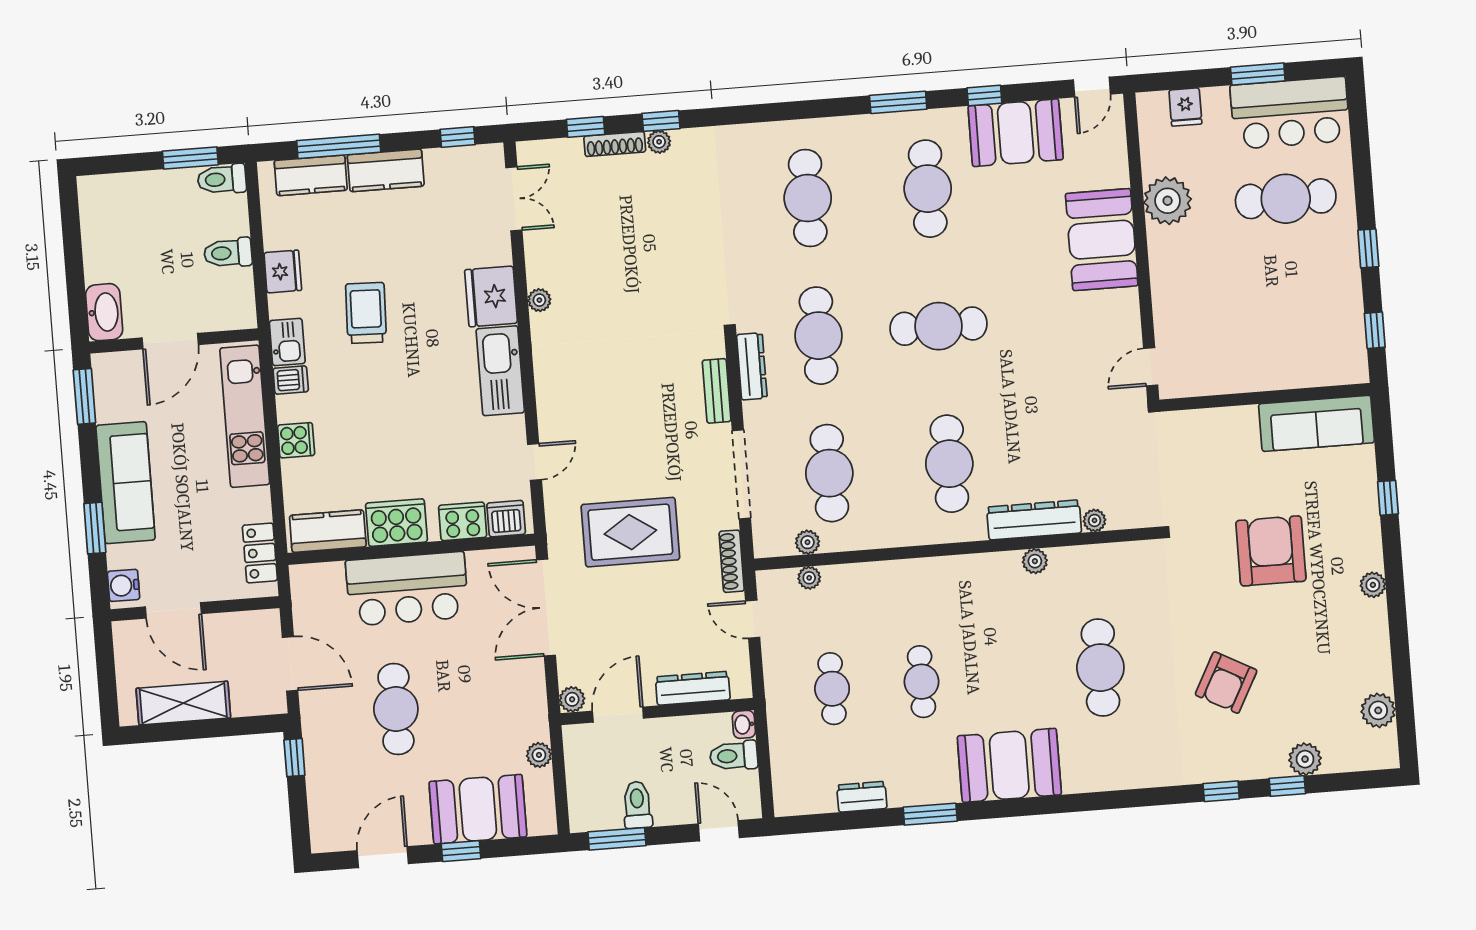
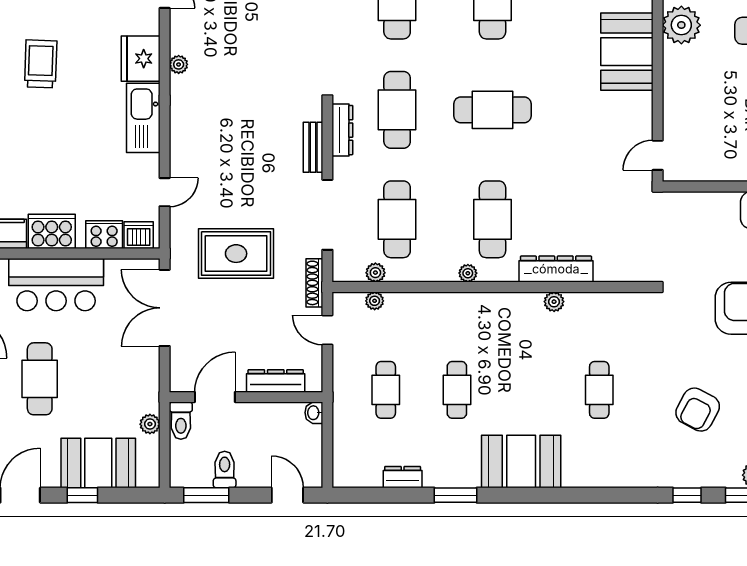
plant: (1095, 520) -> (468, 273), moved
cafe table: (1100, 668) -> (599, 390), width x0.73, depth x0.74
plant: (572, 699) -> (180, 382), removed
toilet: (734, 756) -> (181, 421), moved, turned -90

